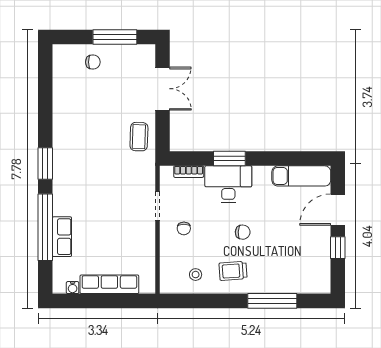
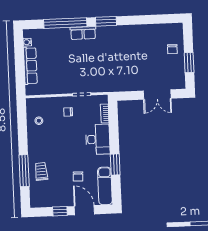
window: (115, 37) -> (189, 63), width x0.69
coffee table: (139, 137) -> (126, 81), removed
window: (229, 159) -> (115, 164), moved
chair: (243, 232) -> (78, 176), moved
row of seats: (62, 237) -> (83, 33), moved
trolley: (233, 271) -> (41, 172), moved

